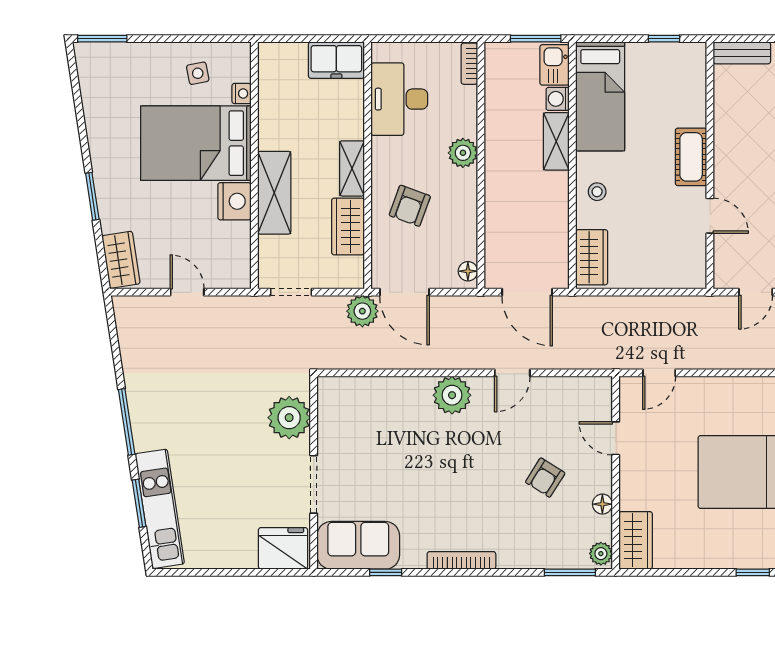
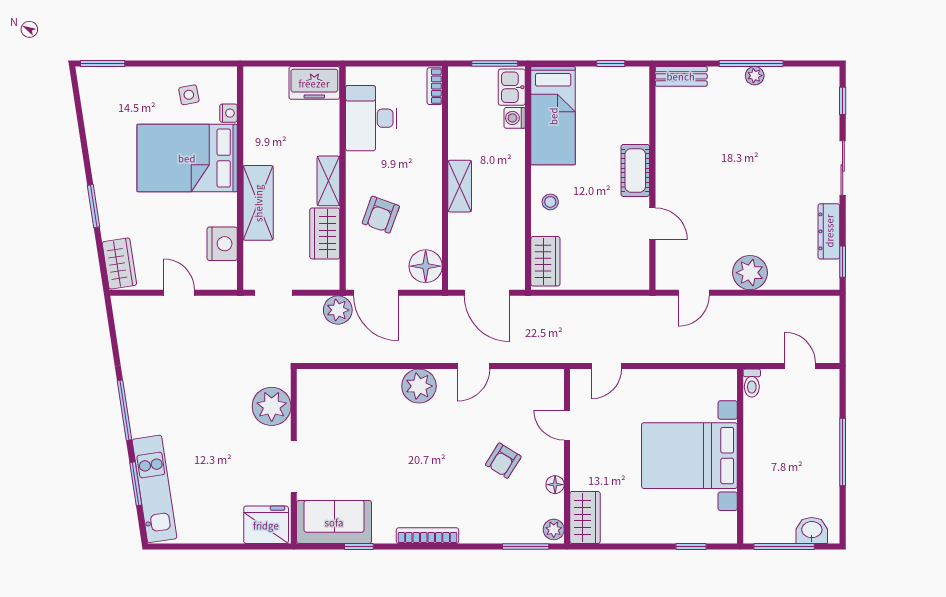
shelving: (556, 141) -> (460, 186), moved
plant: (463, 153) -> (429, 167), removed
nightstand: (234, 201) -> (222, 244), moved
floor lamp: (468, 271) -> (426, 266), width x1.89, depth x1.89

